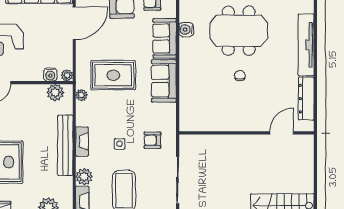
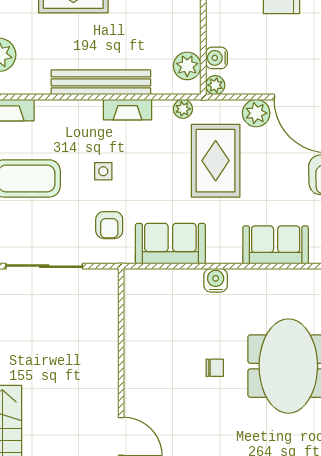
water cooler: (186, 30) -> (216, 280), moved
sofa: (164, 81) -> (170, 244), moved
armchair: (152, 140) -> (109, 225), turned 180
fireplace: (82, 141) -> (128, 110), moved
plant: (84, 177) -> (256, 113), moved

